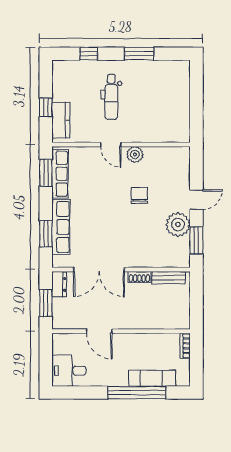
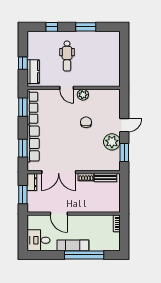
exam couch: (152, 378) -> (73, 245), moved

